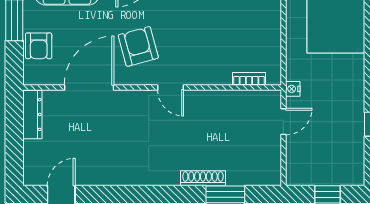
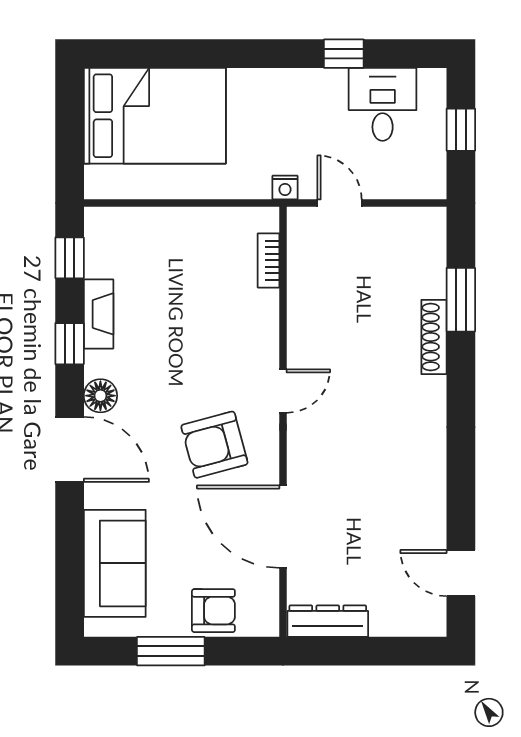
desk: (343, 147) -> (383, 104), added

